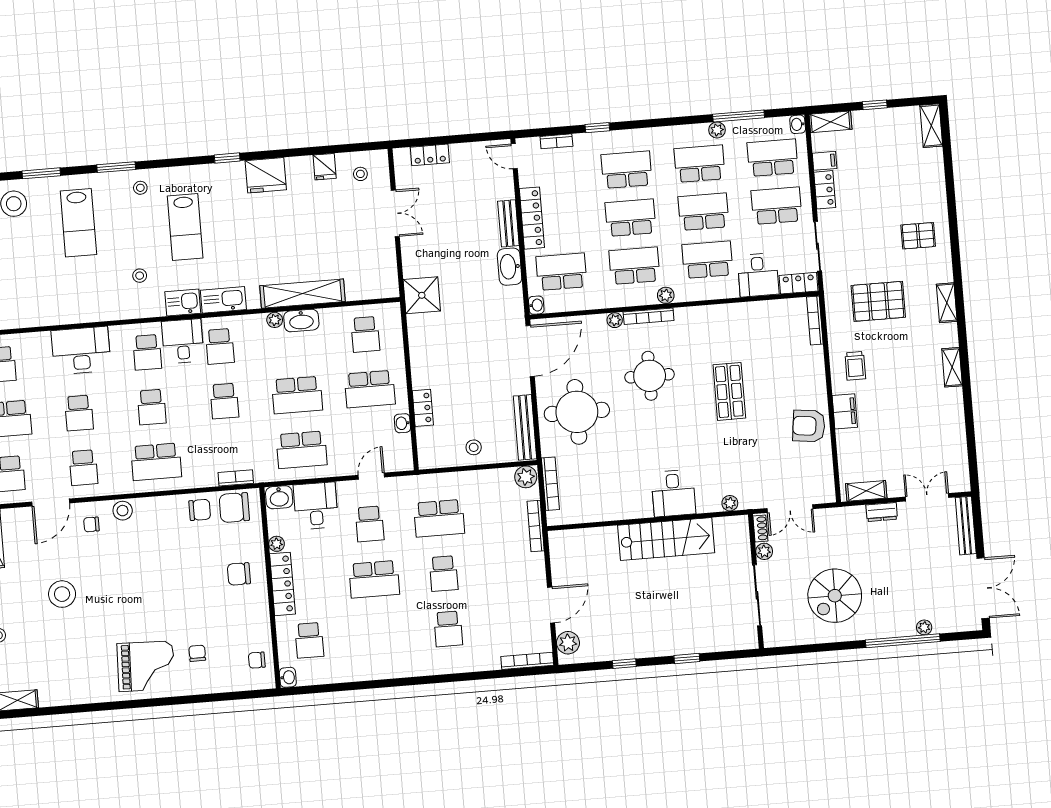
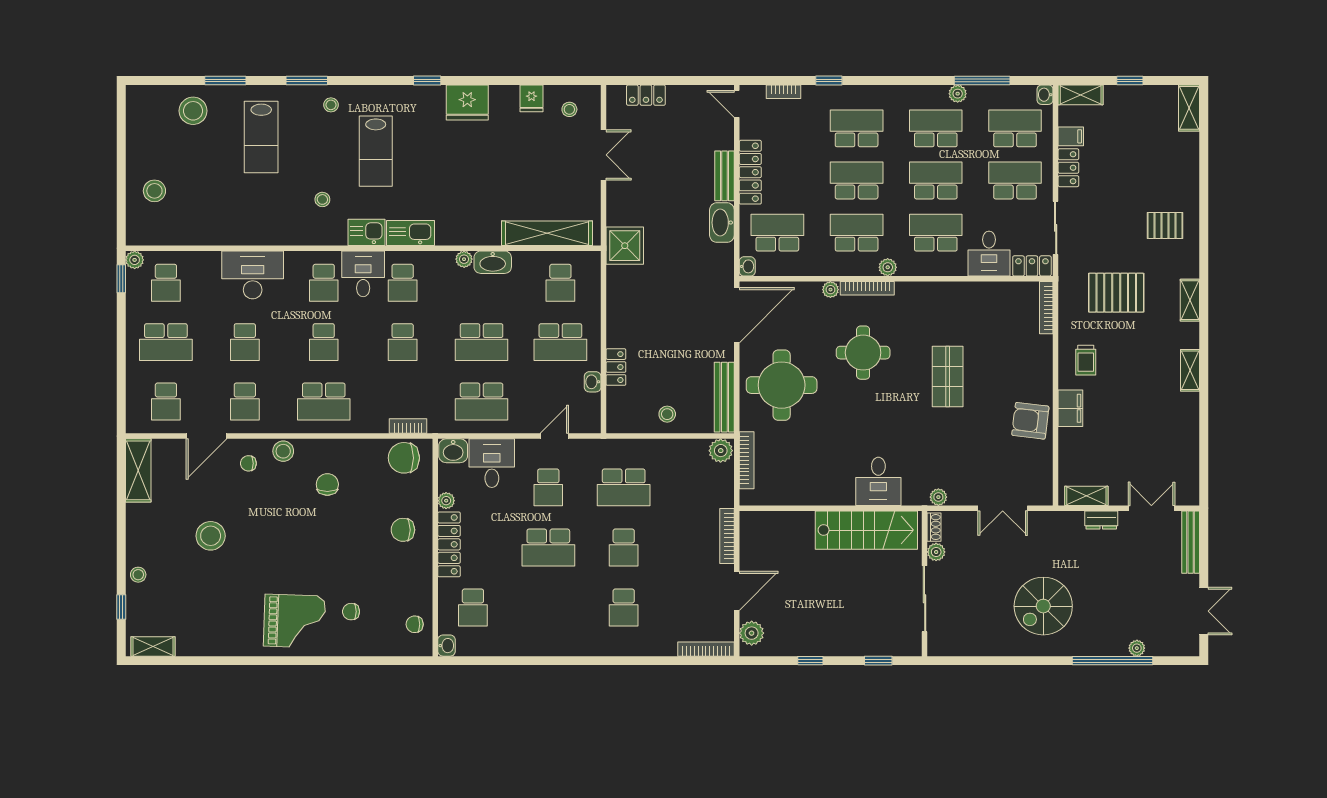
shelving: (303, 294) -> (547, 233), moved
chair: (200, 510) -> (327, 484), moved, turned -90
bookcase: (536, 526) -> (727, 536), moved
shoe rack: (760, 529) -> (934, 527), moved
plant: (764, 551) -> (936, 552), moved
wall: (756, 581) -> (925, 584), moved
double door: (983, 588) -> (1204, 611), width x0.73
sliding door: (757, 595) -> (925, 599), moved
chair: (197, 653) -> (351, 612), turned -90

